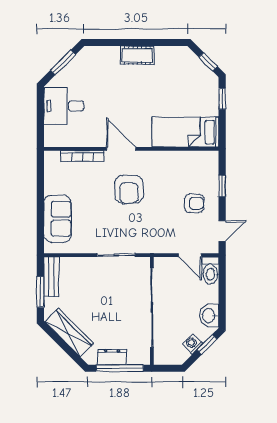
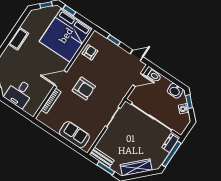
bed: (185, 132) -> (66, 35), width x2.04
armchair: (194, 203) -> (90, 52), moved
door: (222, 231) -> (137, 55), hinge flipped
dresser: (112, 357) -> (170, 143), moved

